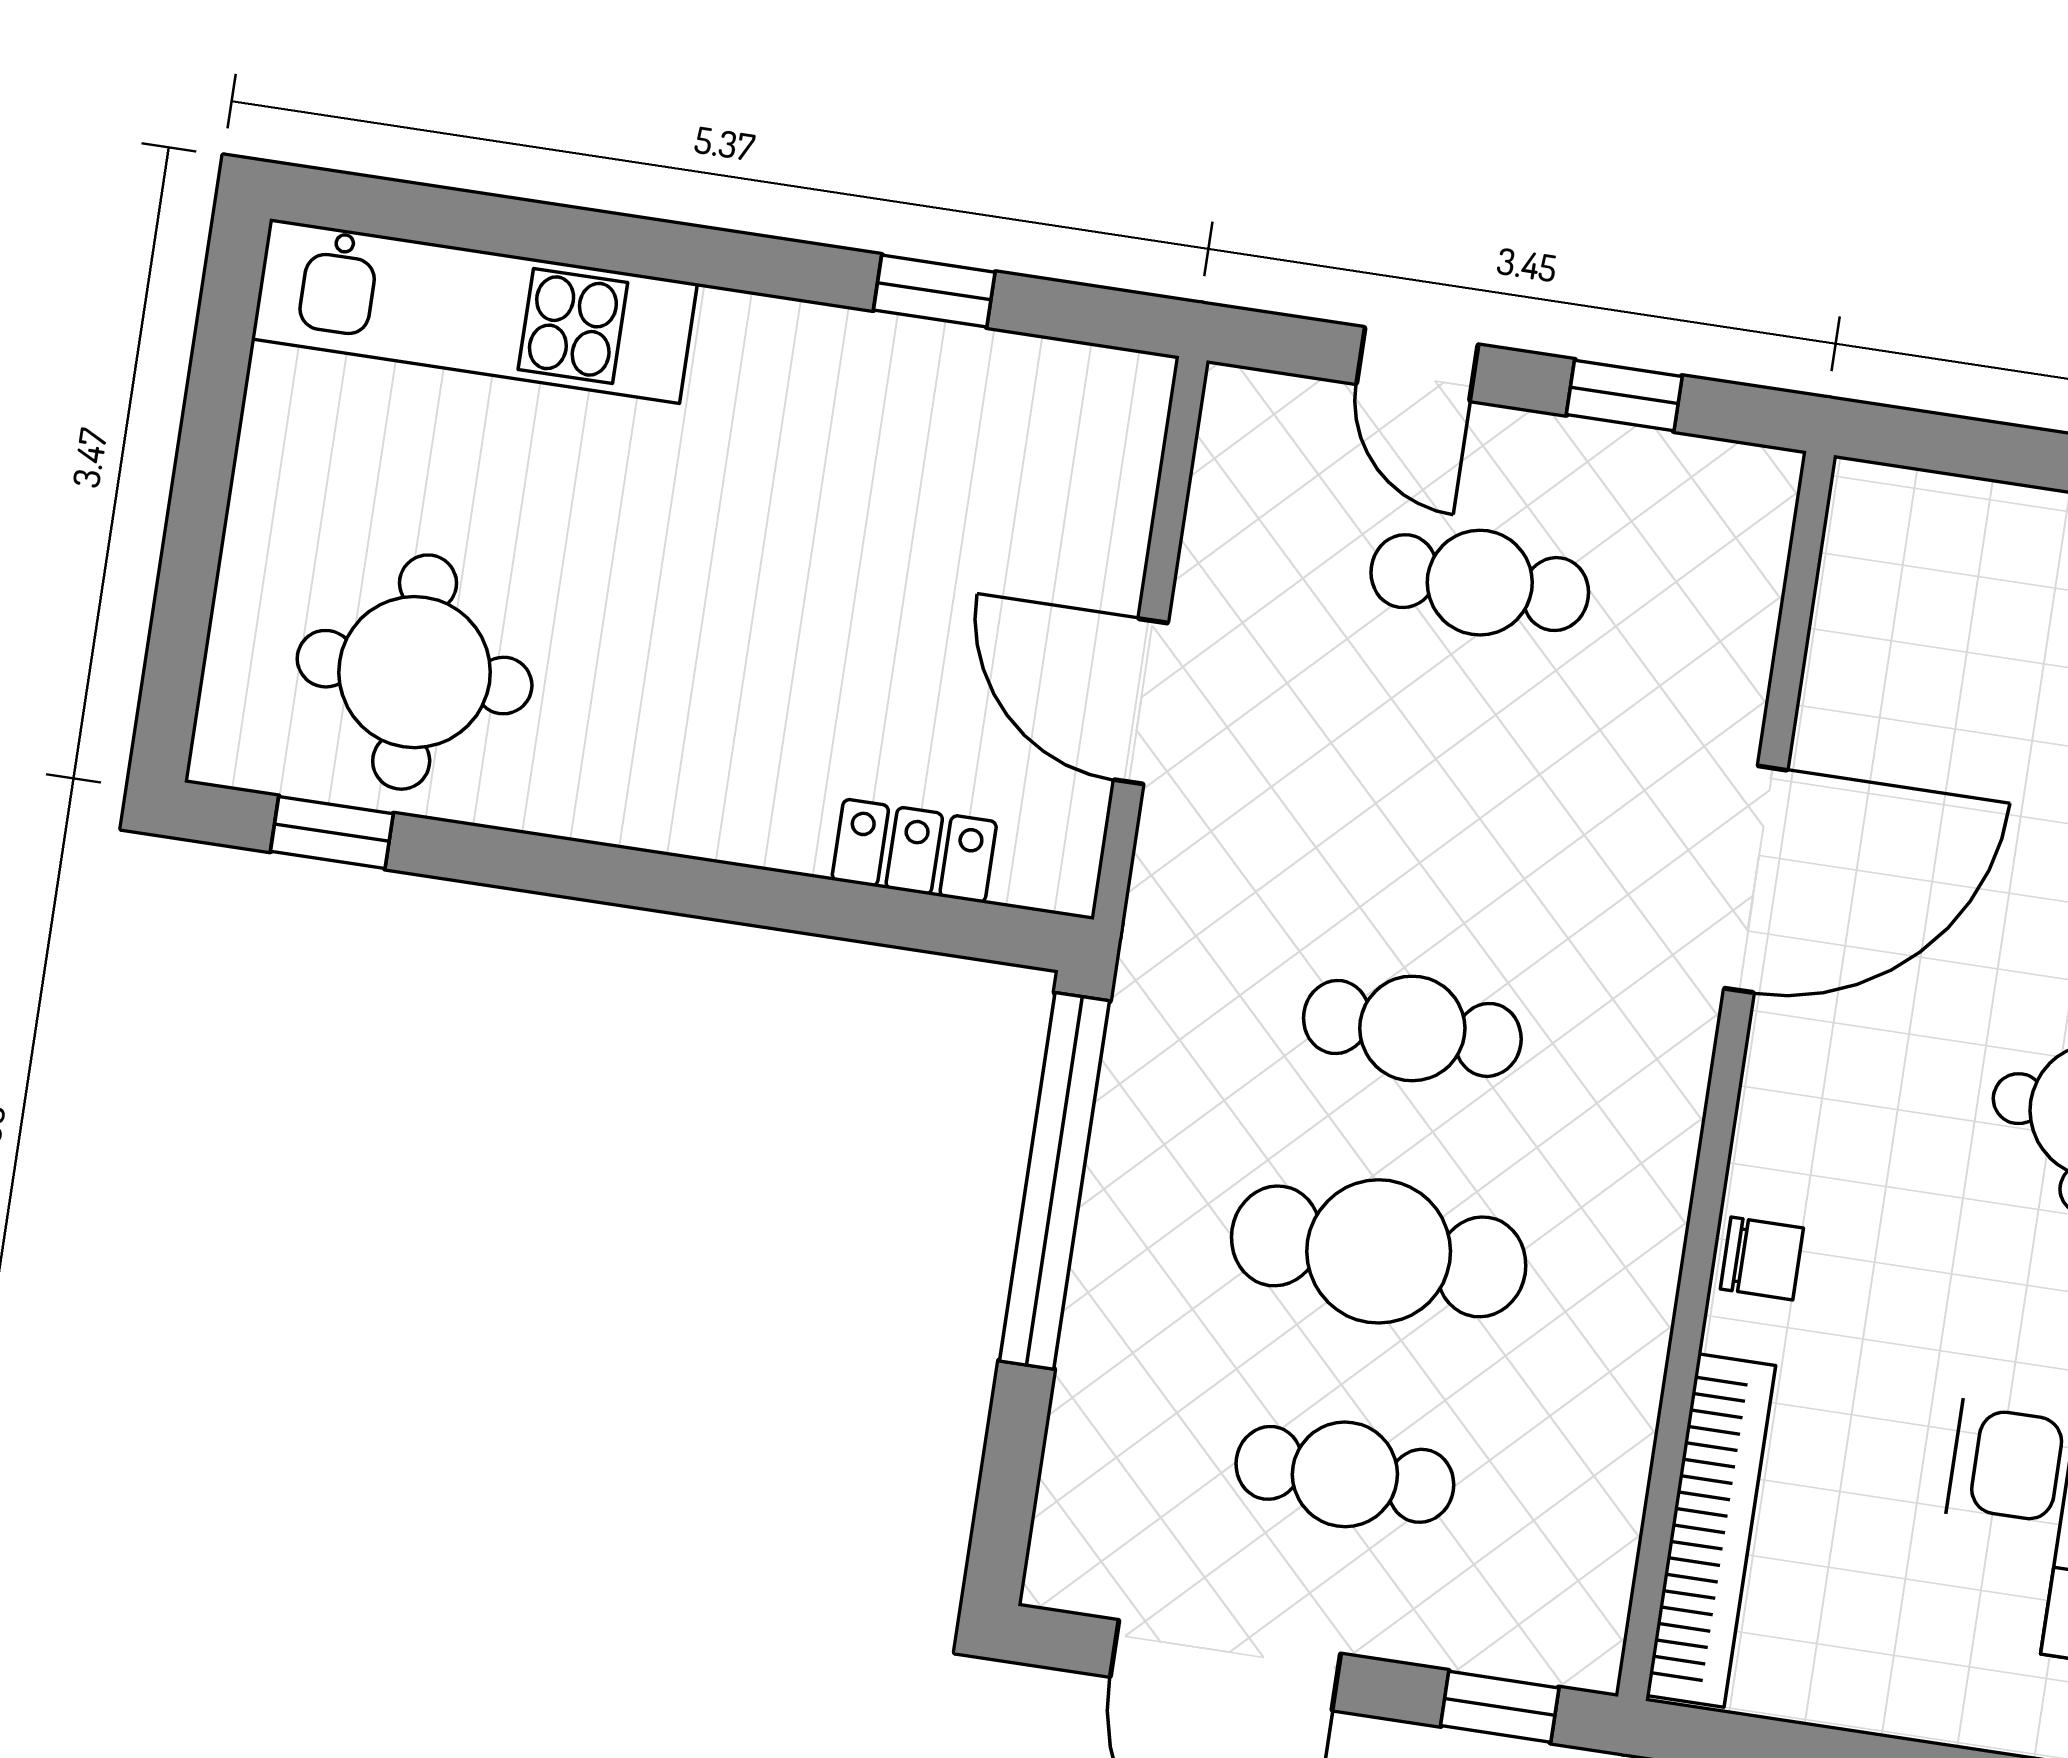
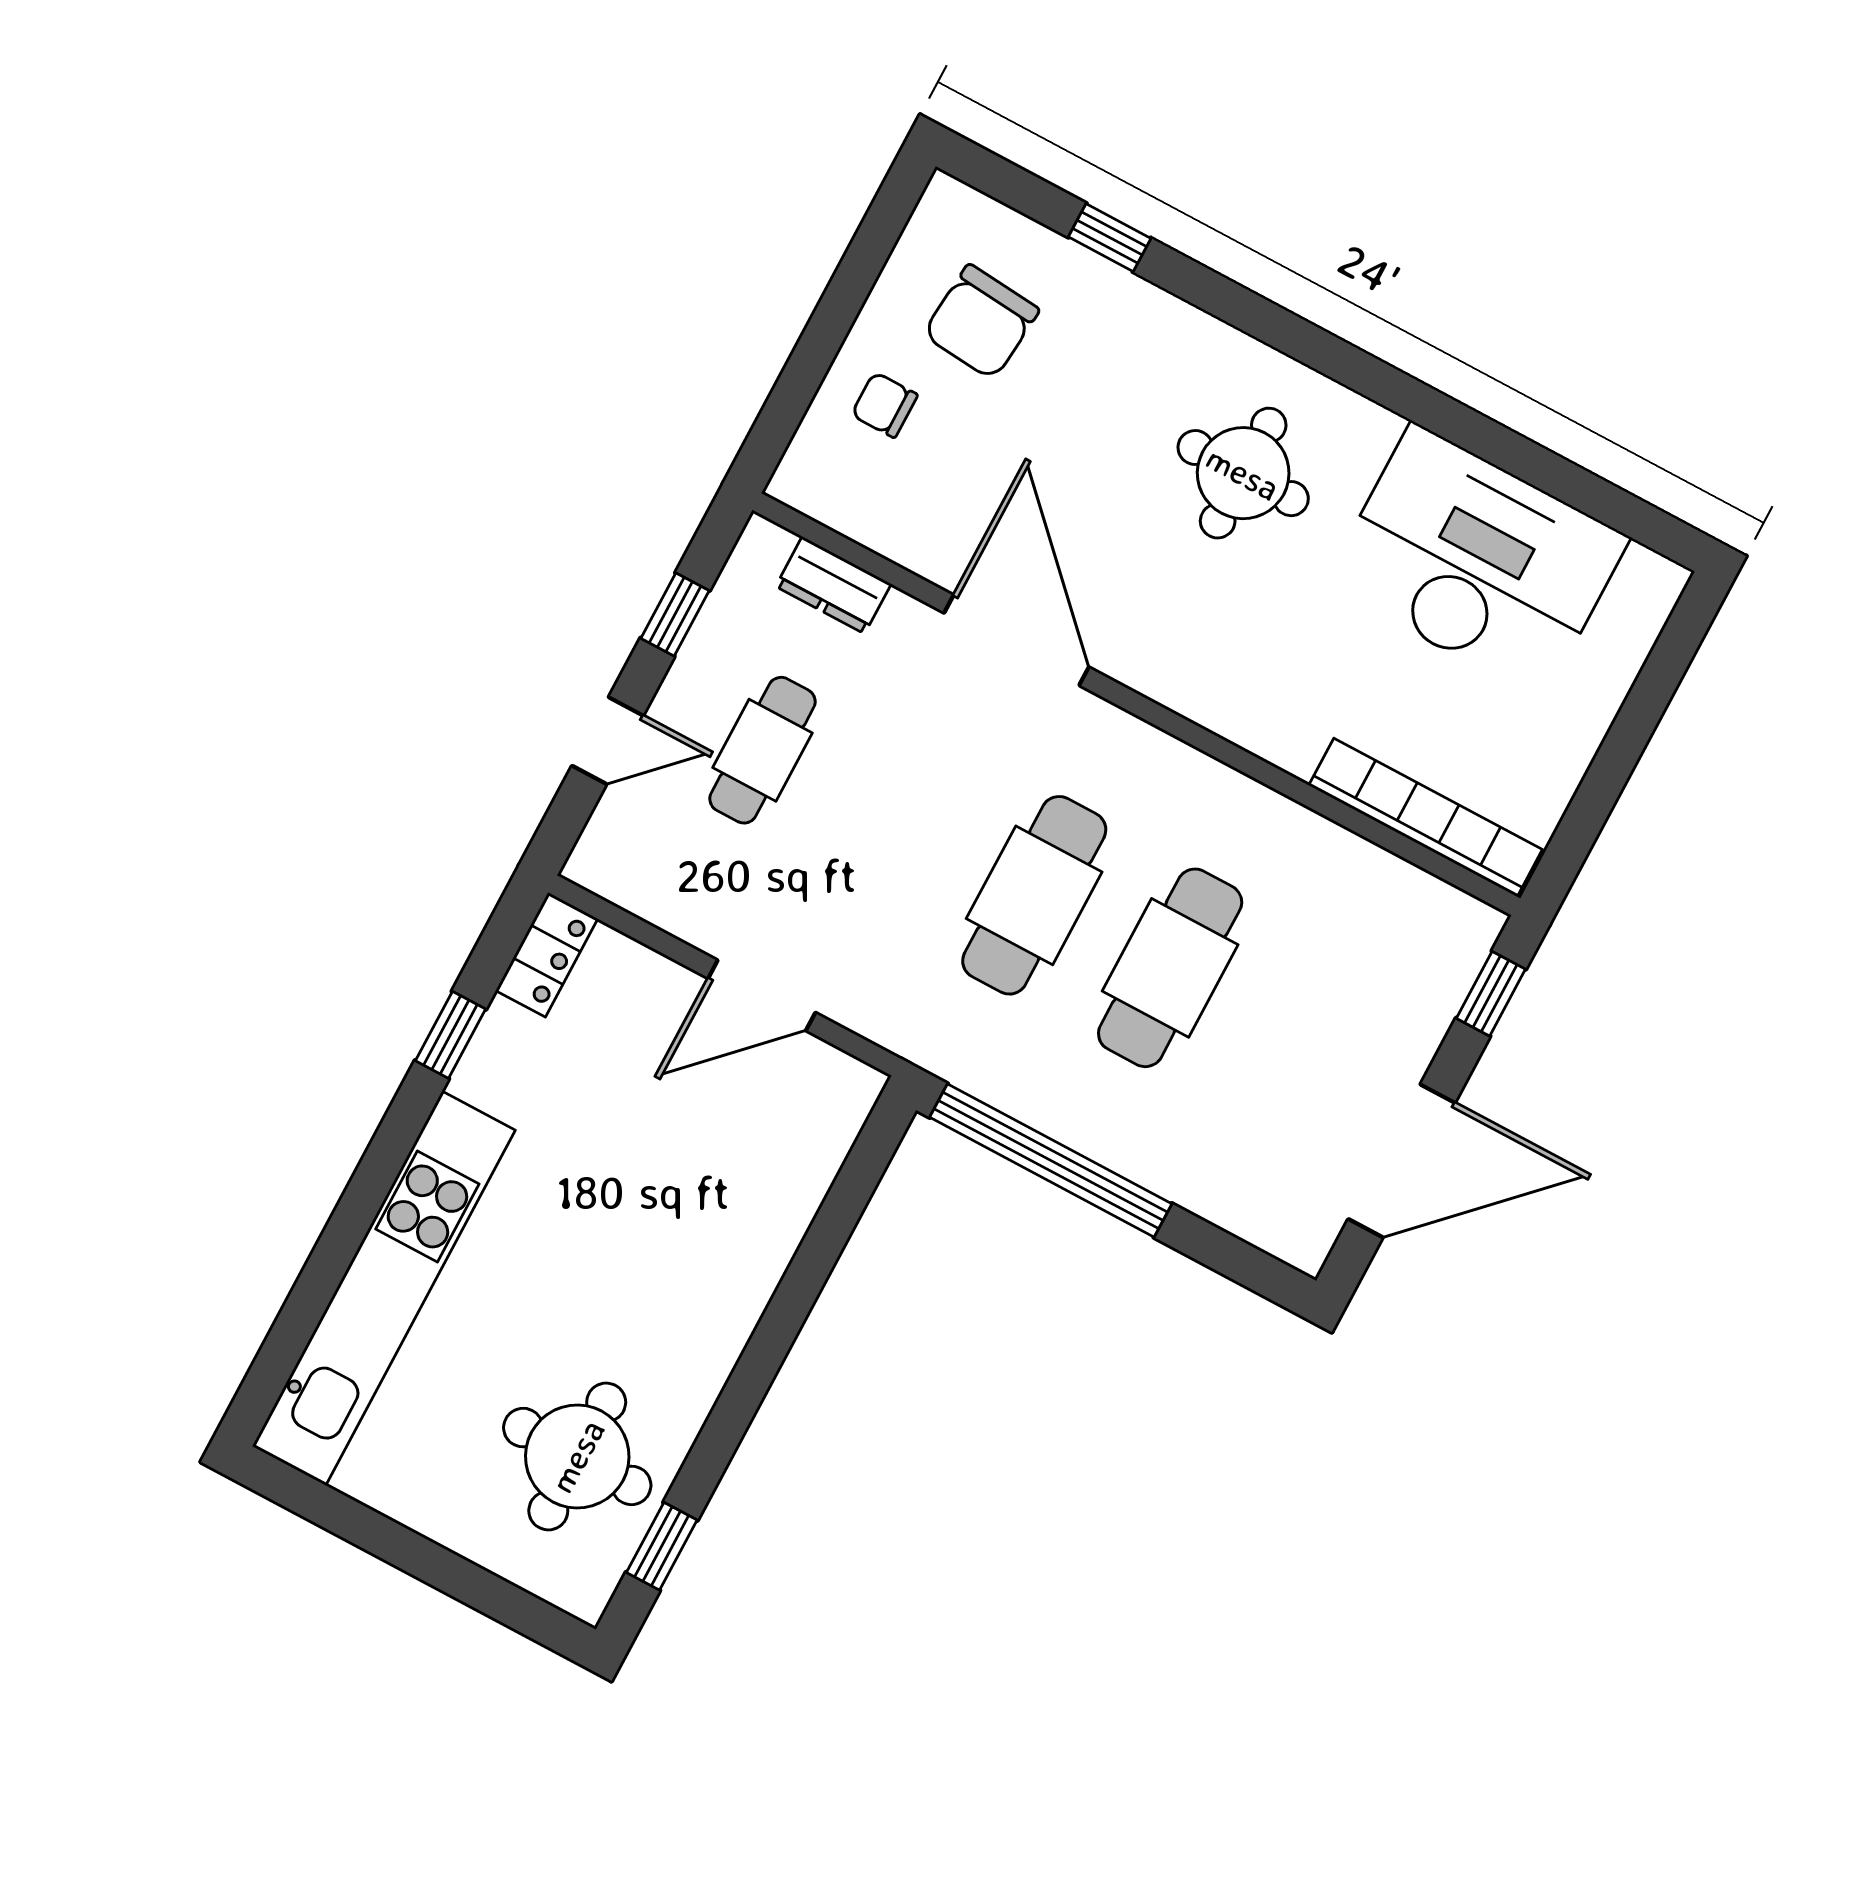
kitchen unit: (475, 311) -> (384, 1288), width x1.36
dresser: (1742, 600) -> (833, 585), added
locker: (914, 851) -> (547, 955), moved, turned 180
cafe table: (1412, 1028) -> (1034, 895), width x1.37, depth x1.35
chair: (1762, 1258) -> (884, 405), moved, turned -90
cafe table: (1345, 1474) -> (1306, 1040), removed

